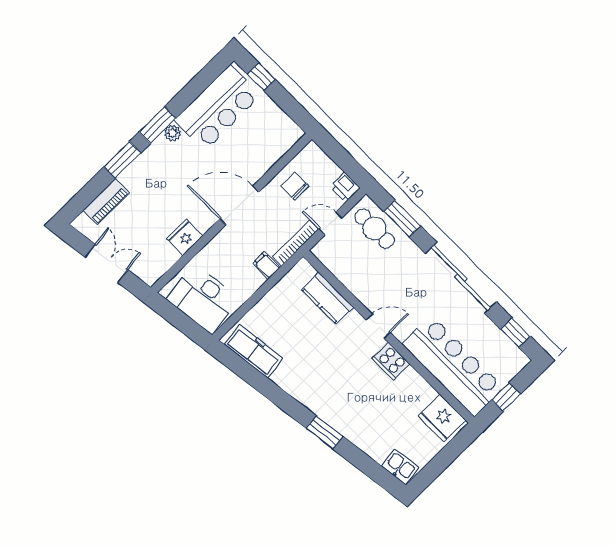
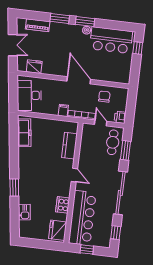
fridge: (185, 237) -> (34, 67), moved
cooker: (391, 361) -> (63, 205), moved
kitchen sink: (400, 467) -> (24, 212), moved

